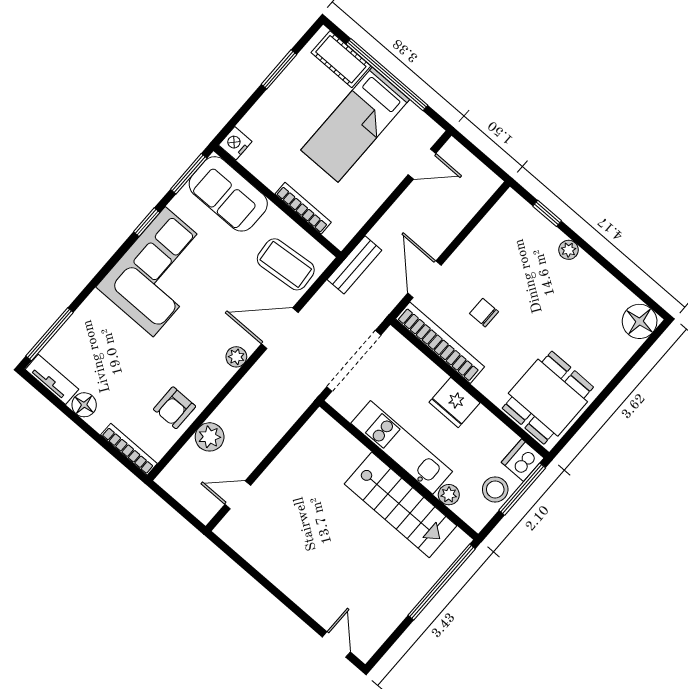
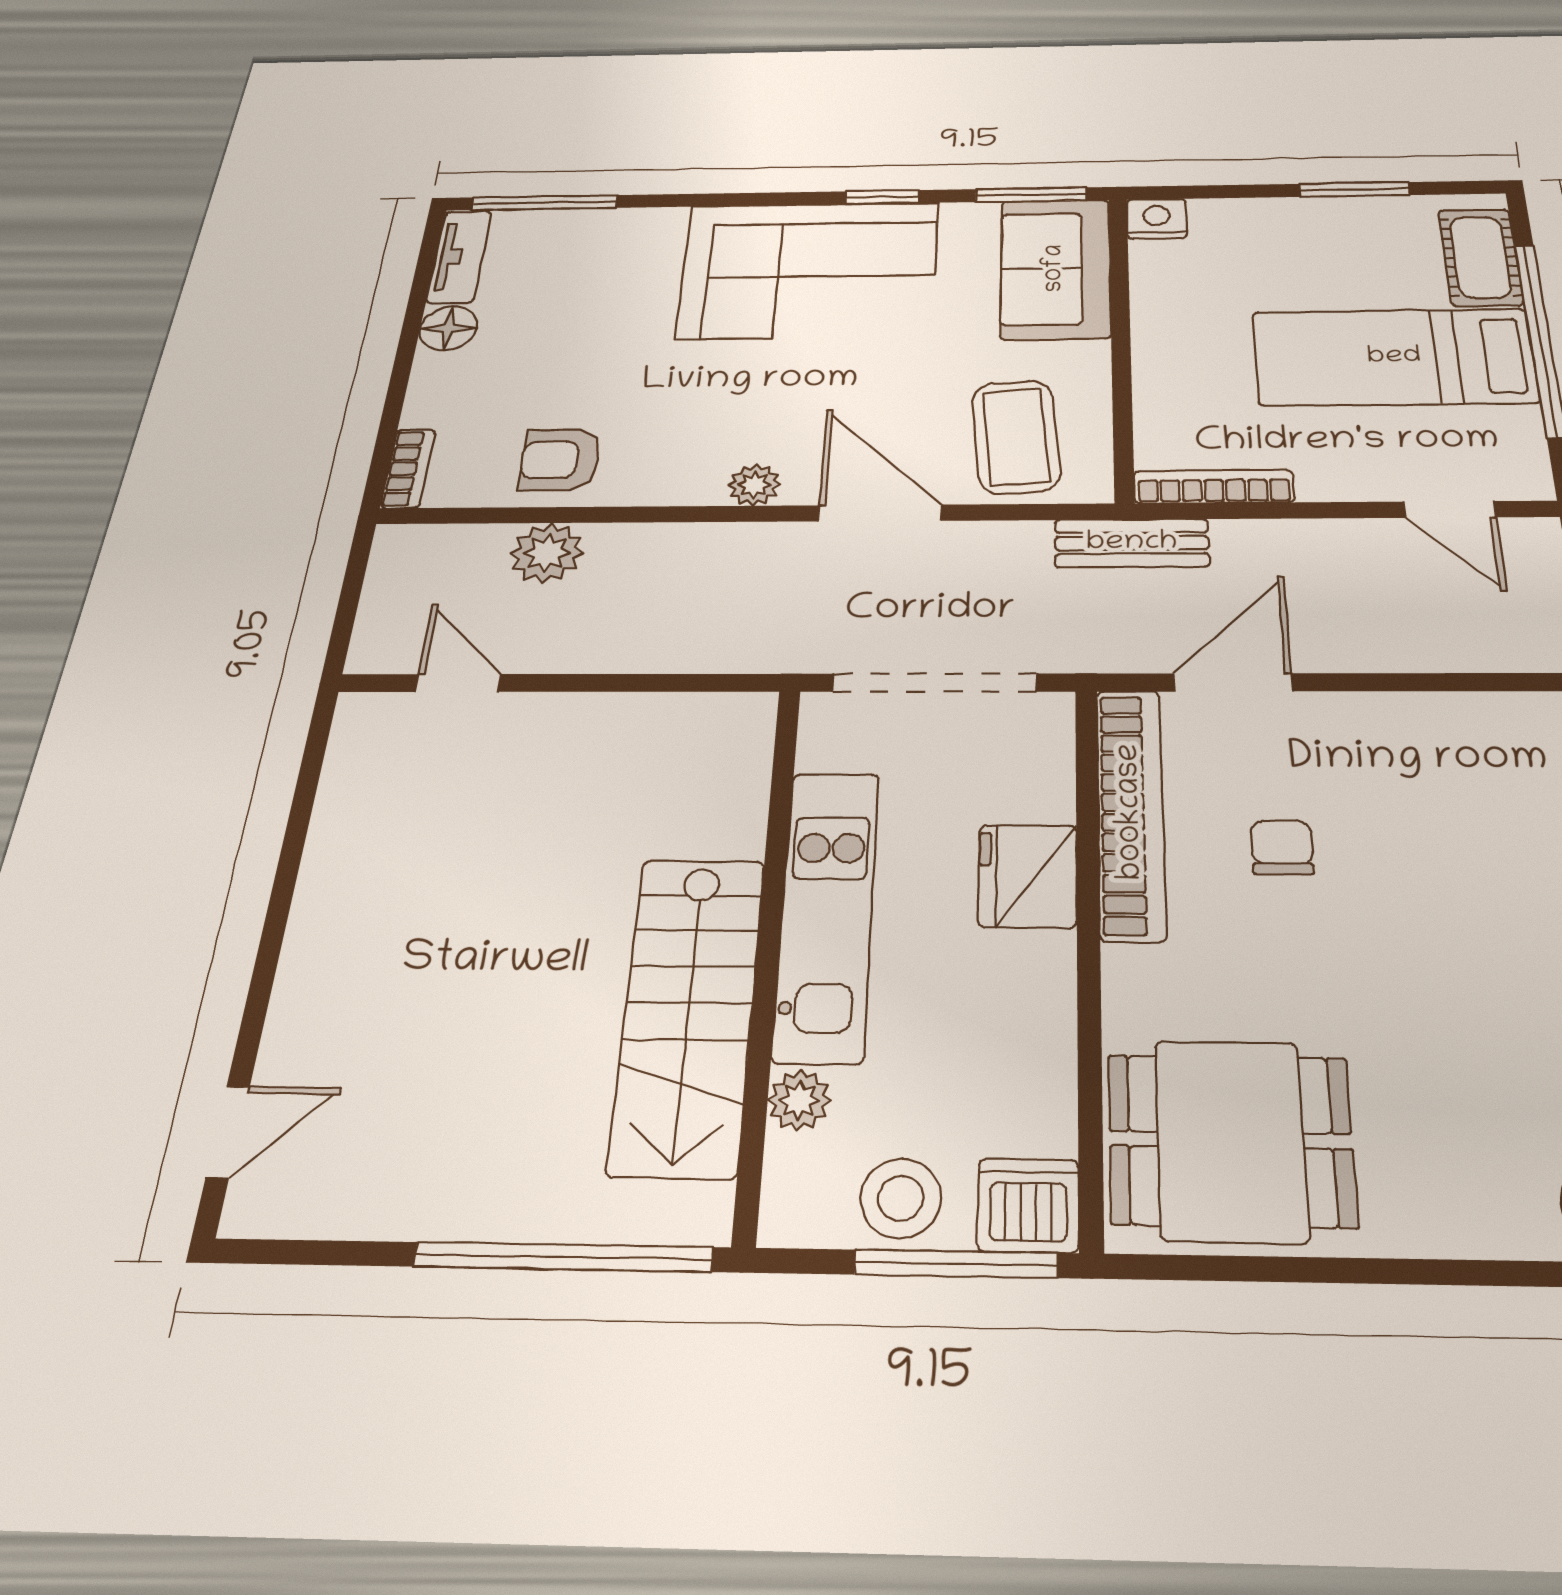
bookcase: (303, 208) -> (1214, 487), moved, turned -90
fridge: (454, 403) -> (1028, 876), moved
bookcase: (129, 449) -> (408, 468), width x0.64

